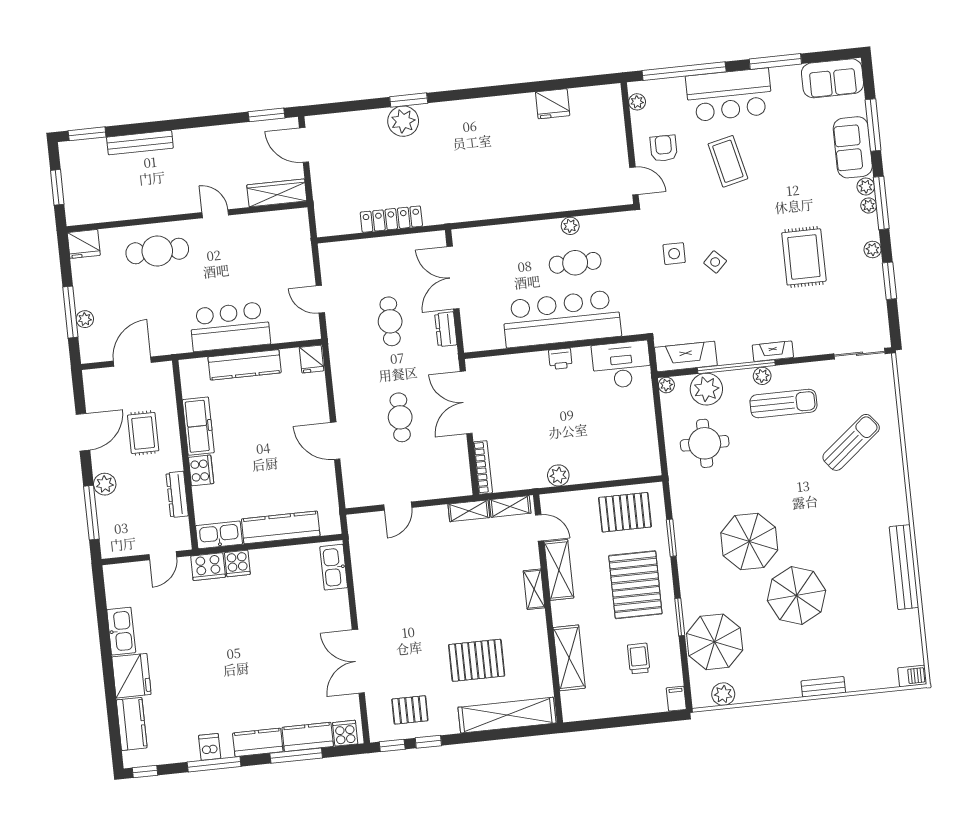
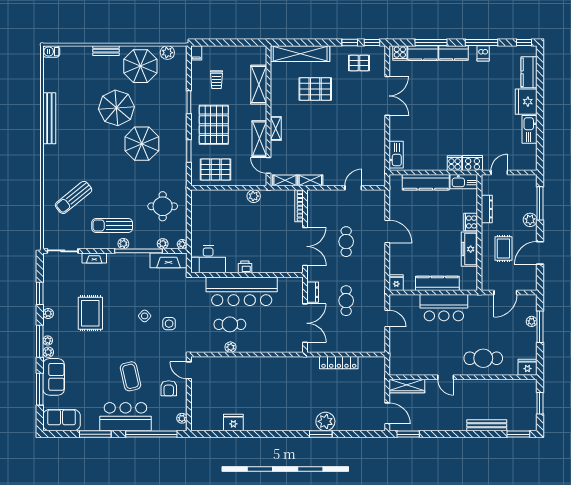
fireplace: (773, 351) -> (94, 258), moved
plant: (706, 389) -> (163, 244), width x0.53, depth x0.53
parasol: (715, 642) -> (140, 66), moved

